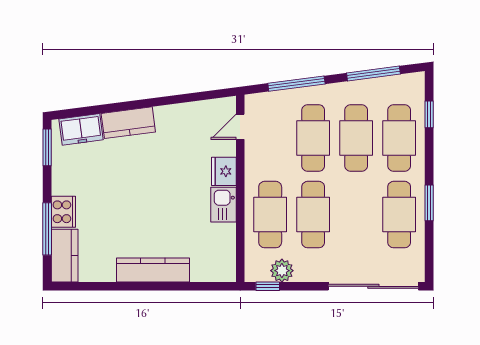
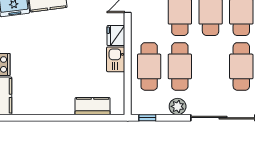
kitchen counter: (153, 270) -> (93, 106), moved, width x0.67
plant: (282, 271) -> (178, 106), moved

